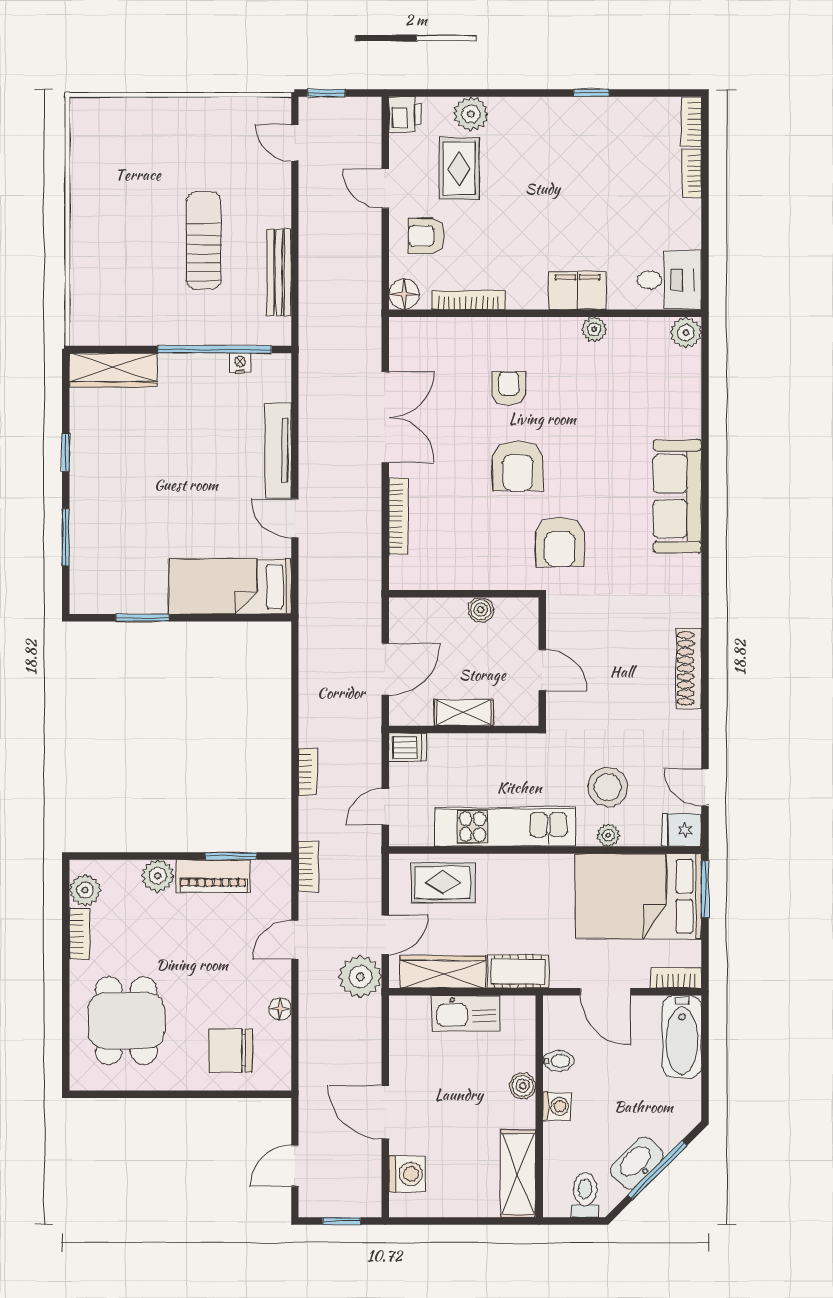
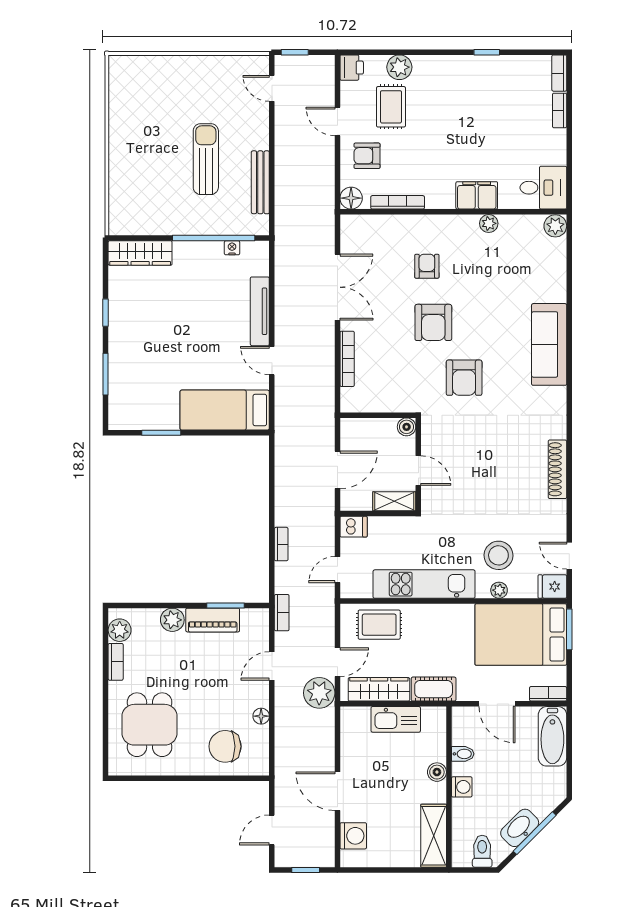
wall: (542, 662) -> (418, 464), moved
door: (542, 670) -> (418, 471), moved

